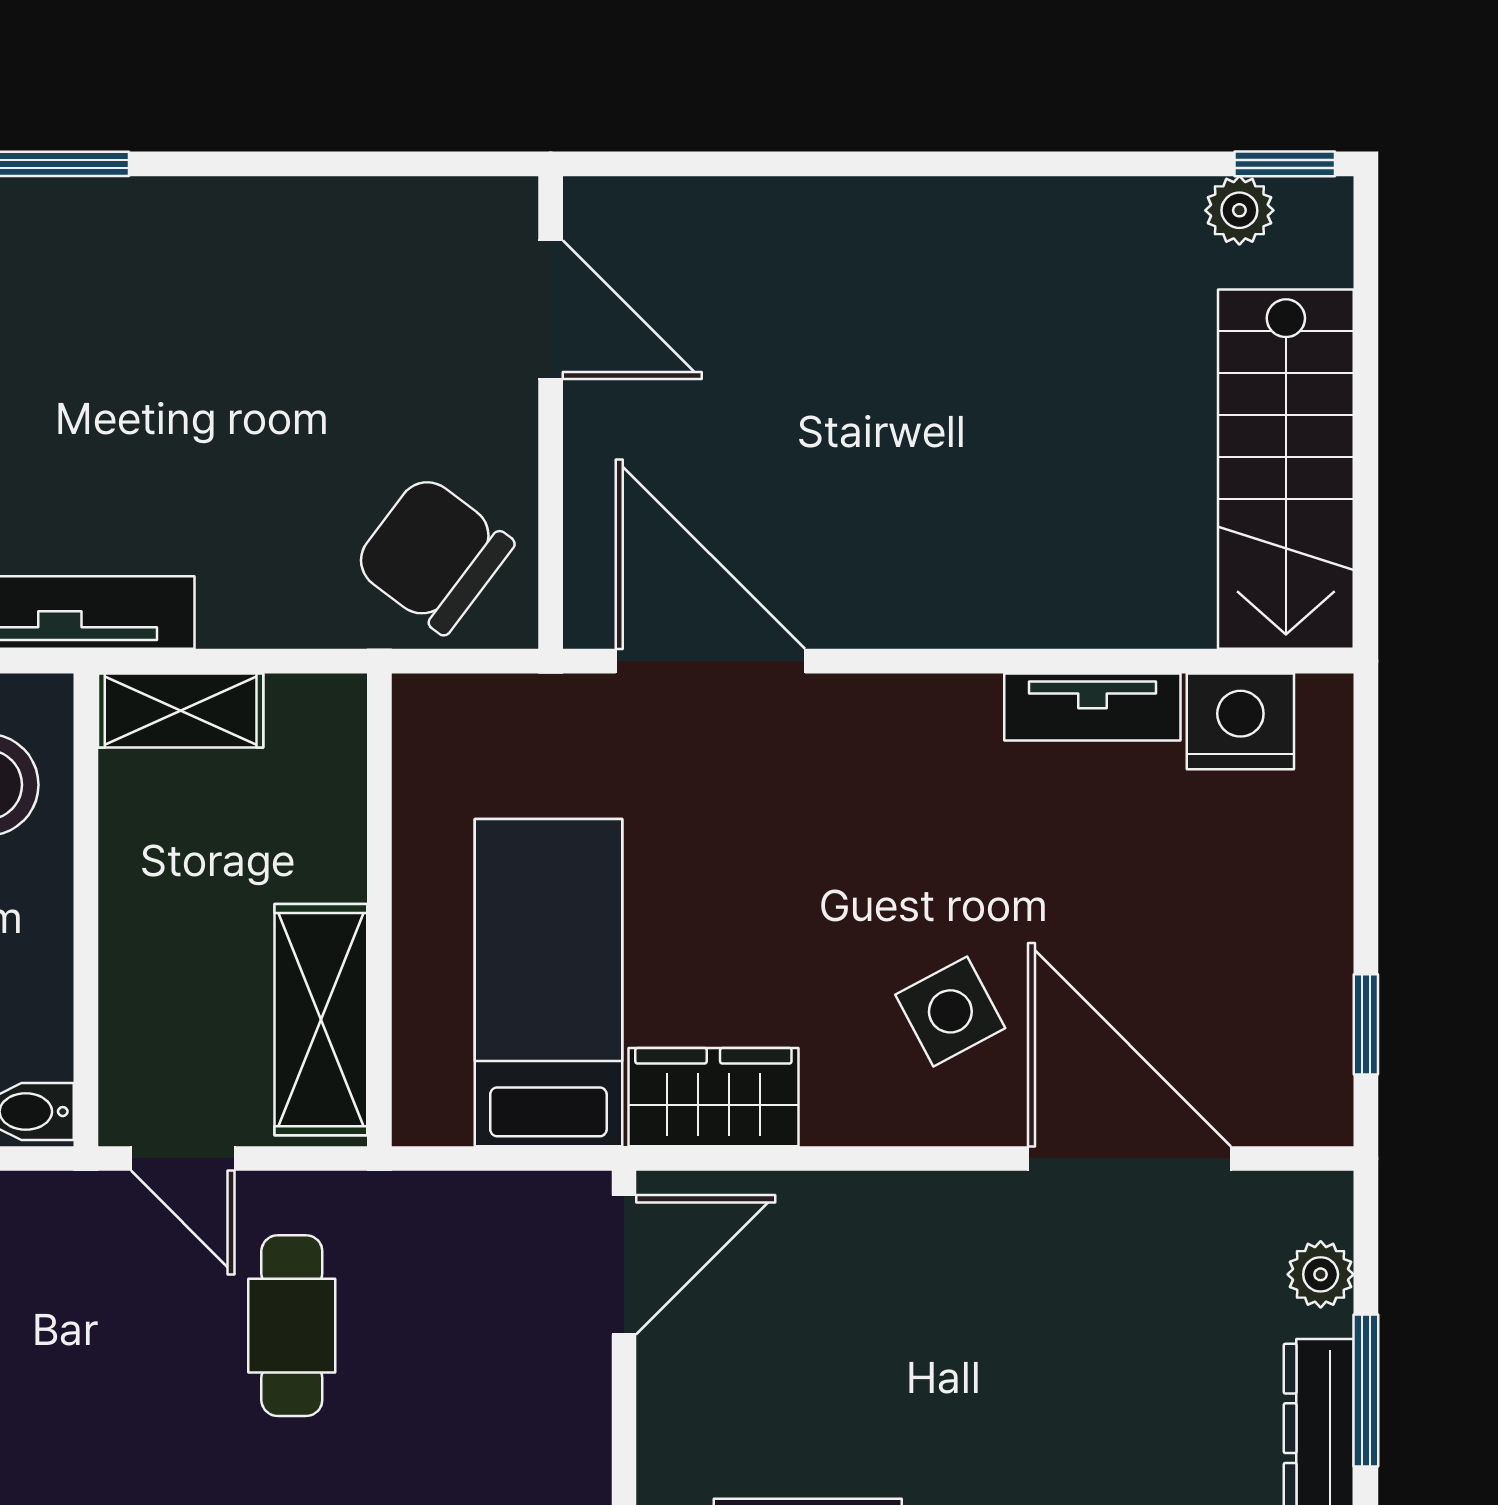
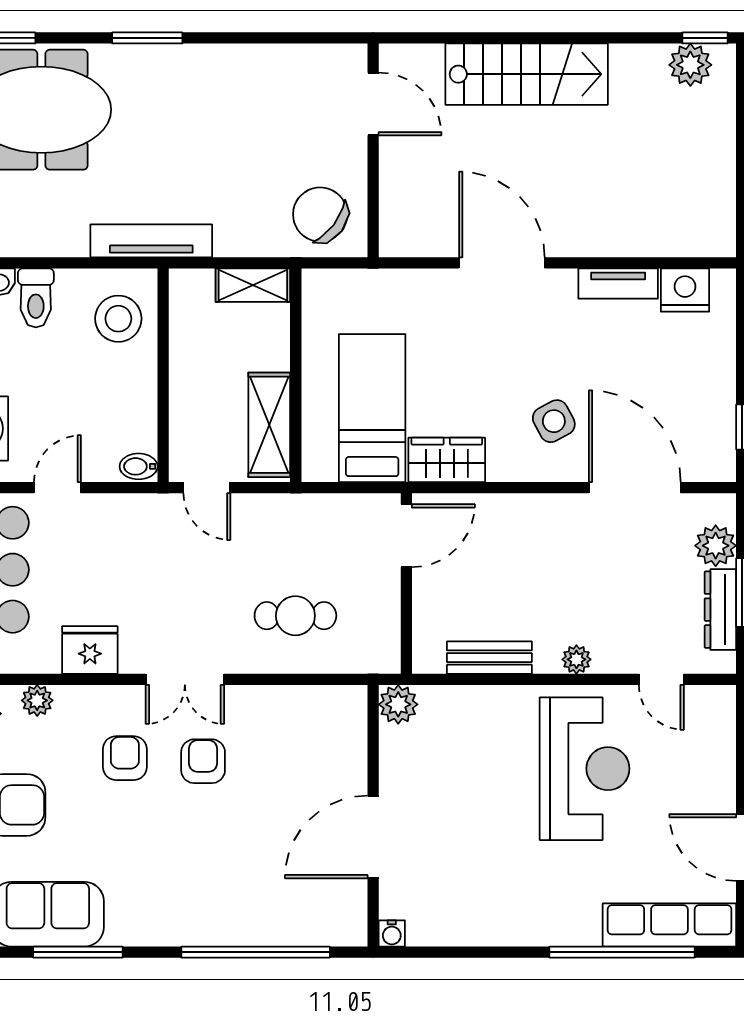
plant: (1239, 210) -> (690, 65), width x1.38, depth x1.38
stairs: (1286, 469) -> (527, 74), moved, turned -90
door: (710, 661) -> (502, 263), moved
shelving: (181, 711) -> (253, 285), moved
plant: (1321, 1274) -> (716, 546), width x1.38, depth x1.38
cafe table: (292, 1326) -> (295, 616), moved, turned 90

